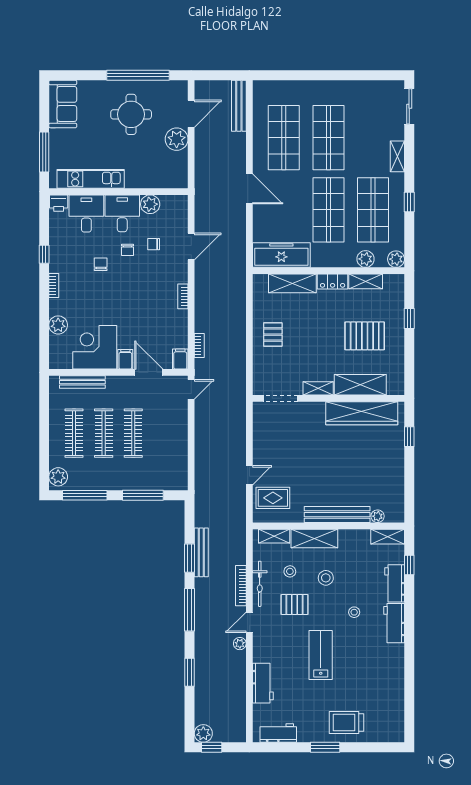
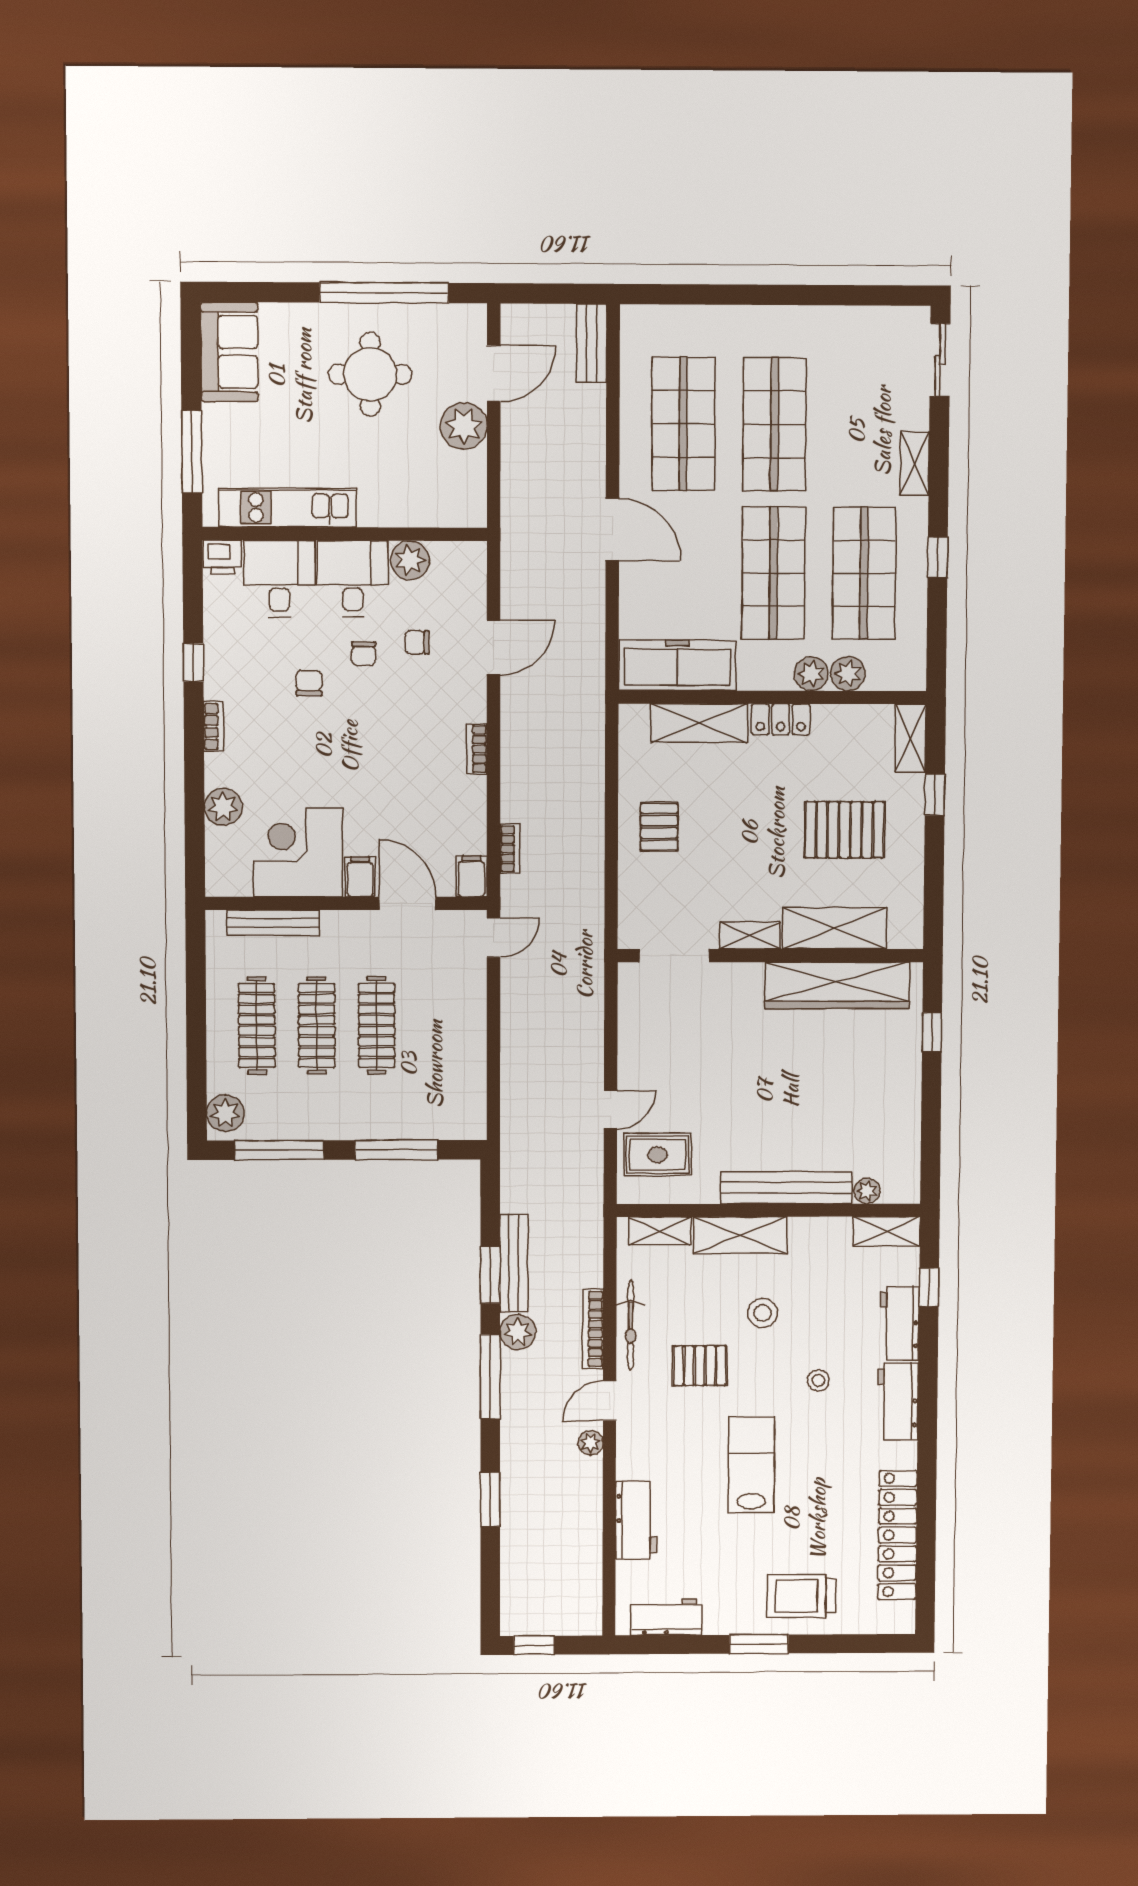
bench: (239, 106) -> (592, 343), width x0.73
plant: (396, 259) -> (811, 674), moved
shelving: (366, 281) -> (910, 738), moved, turned 90
stool: (290, 571) -> (691, 1300), removed
locker: (395, 691) -> (897, 1535), added
plant: (203, 733) -> (518, 1332), moved

